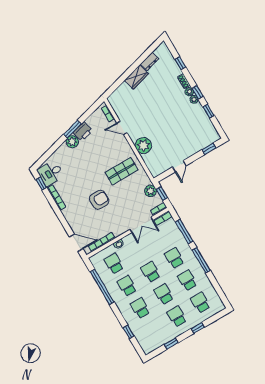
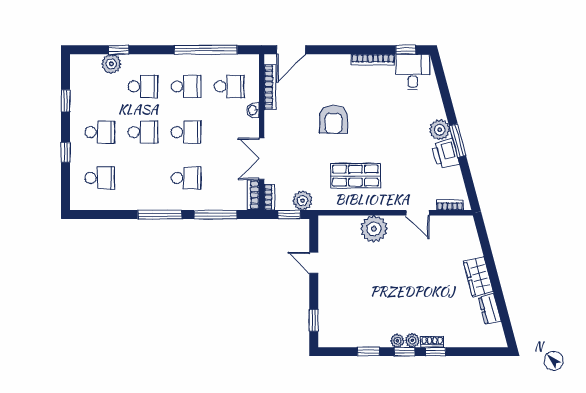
window: (180, 63) -> (435, 352), moved
door: (122, 128) -> (417, 213), swing flipped
shop shelf: (122, 171) -> (355, 176), turned 90
school desk: (187, 280) -> (143, 178), removed
plant: (138, 331) -> (111, 64), added

